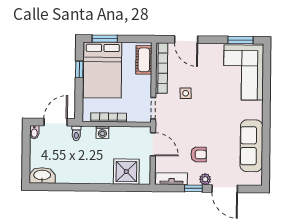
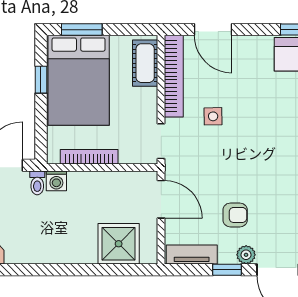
washing machine: (102, 132) -> (56, 181), moved

